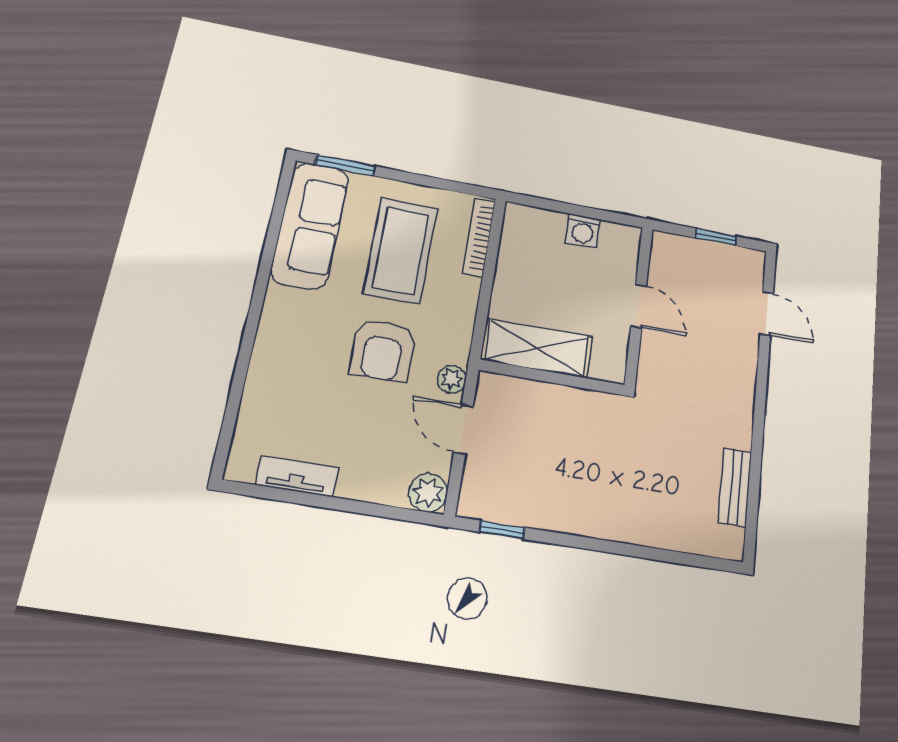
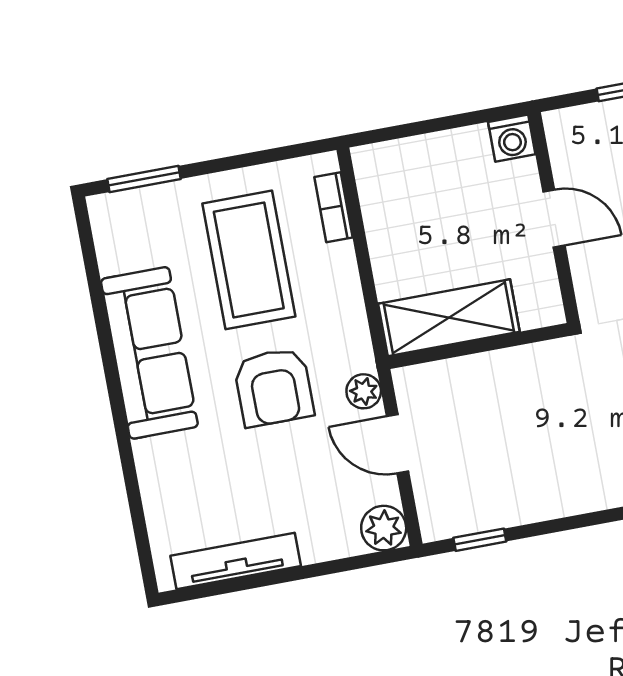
sofa: (310, 225) -> (149, 353), moved
washing machine: (583, 231) -> (512, 138), moved
bookcase: (479, 237) -> (333, 207), width x0.64
tv unit: (297, 476) -> (236, 561), width x1.41

